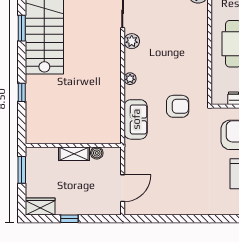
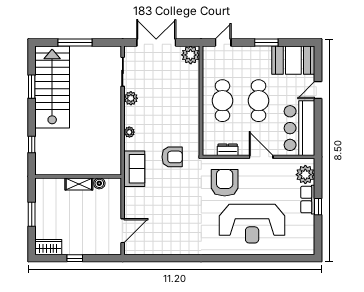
wall: (73, 145) -> (78, 176), moved
boiler: (97, 153) -> (99, 183), moved
shelving: (74, 154) -> (79, 184), moved

